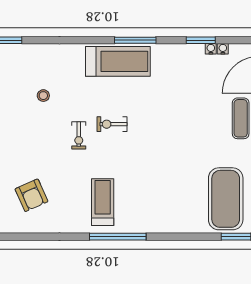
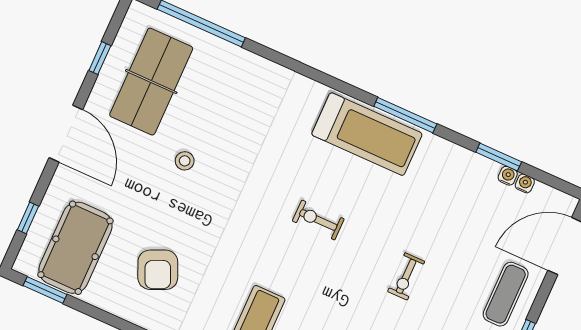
stool: (43, 96) -> (185, 161), moved
exercise bike: (79, 135) -> (406, 276), moved

